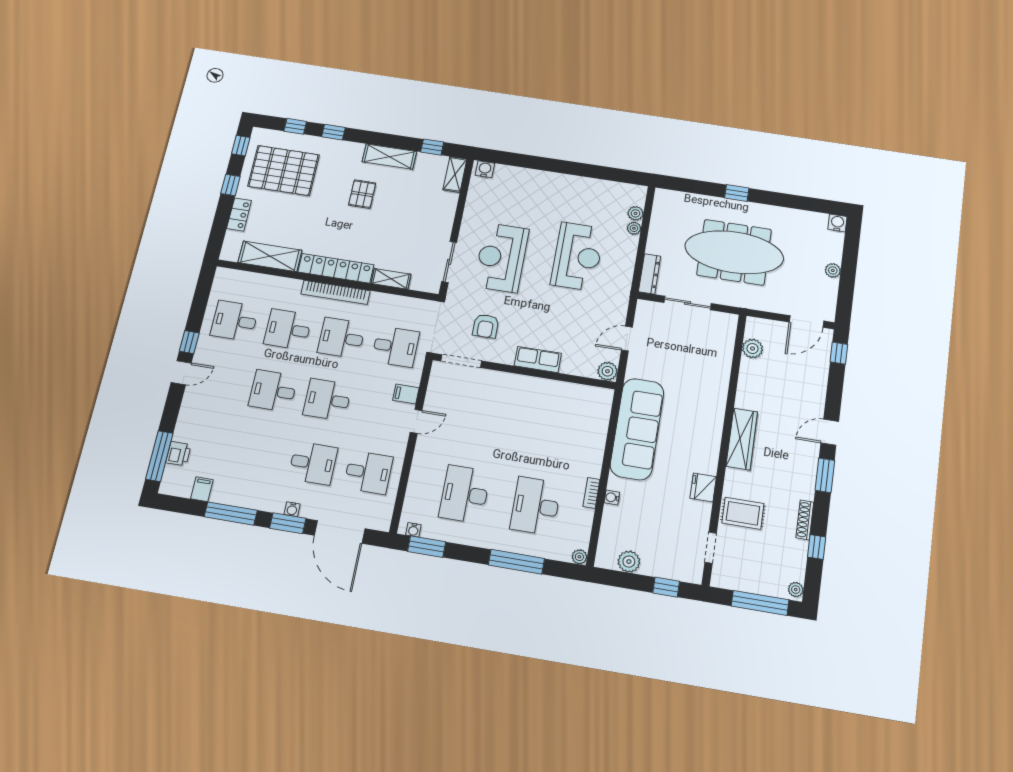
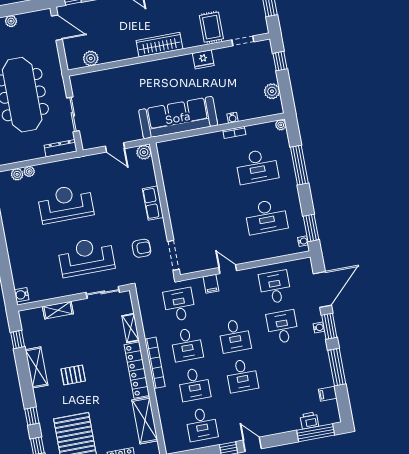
shelving: (455, 174) -> (58, 310), moved
reception desk: (501, 258) -> (86, 257), turned 180

